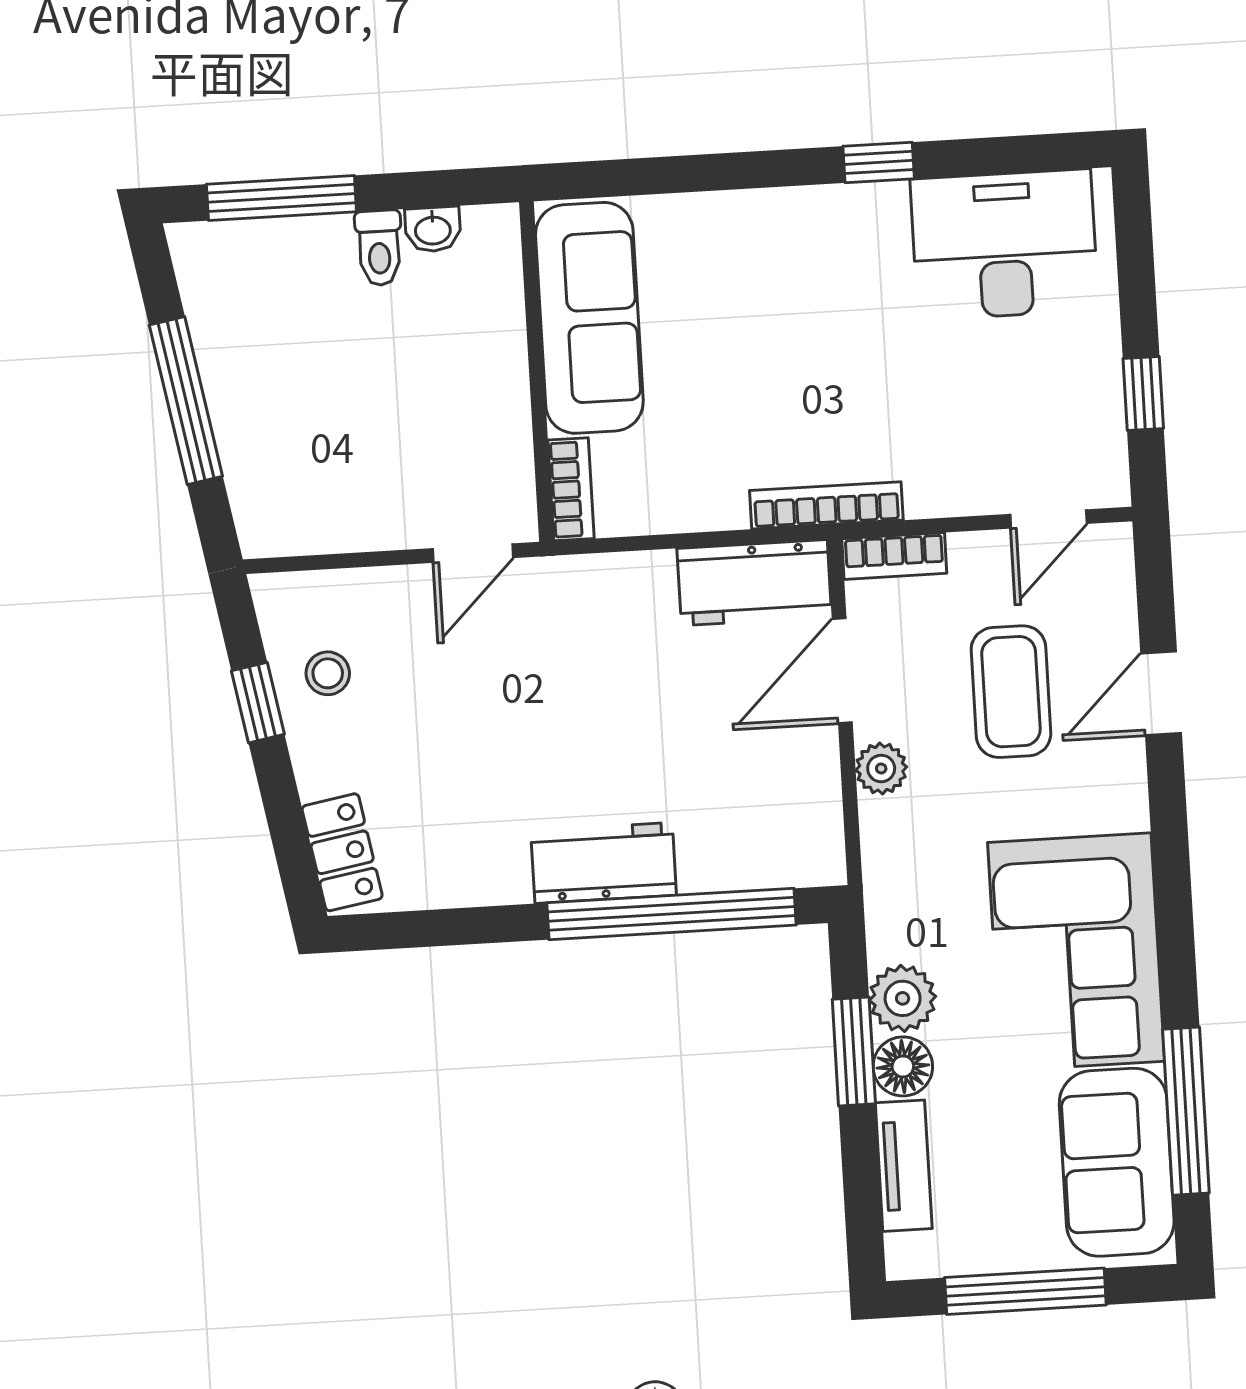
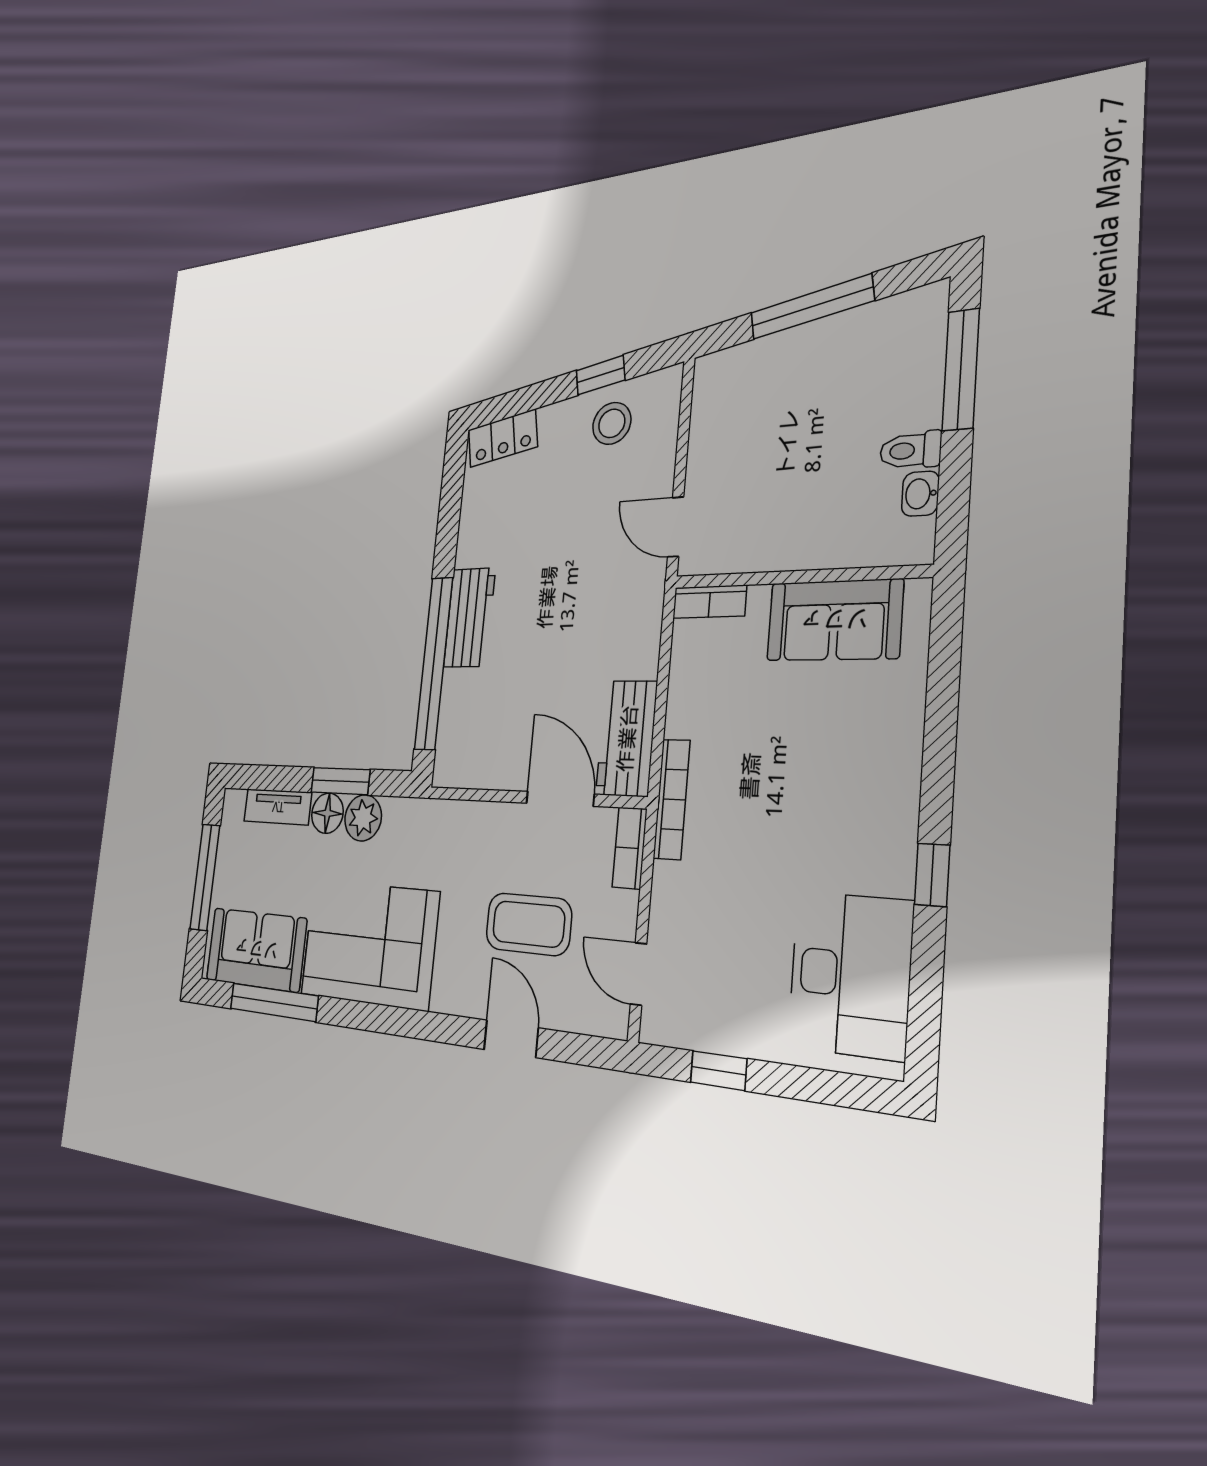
sofa: (589, 318) -> (834, 620), width x0.73
stool: (328, 673) -> (612, 423), width x1.37, depth x1.37
plant: (881, 769) -> (495, 820), removed

